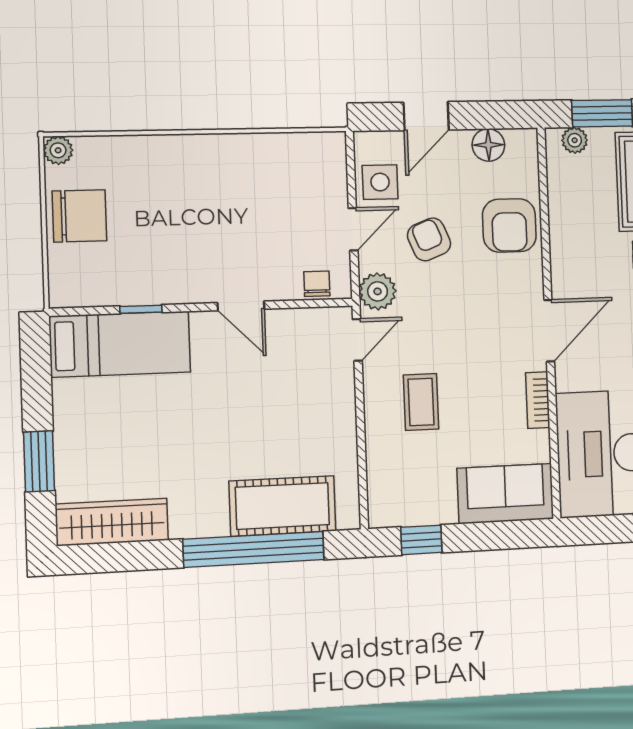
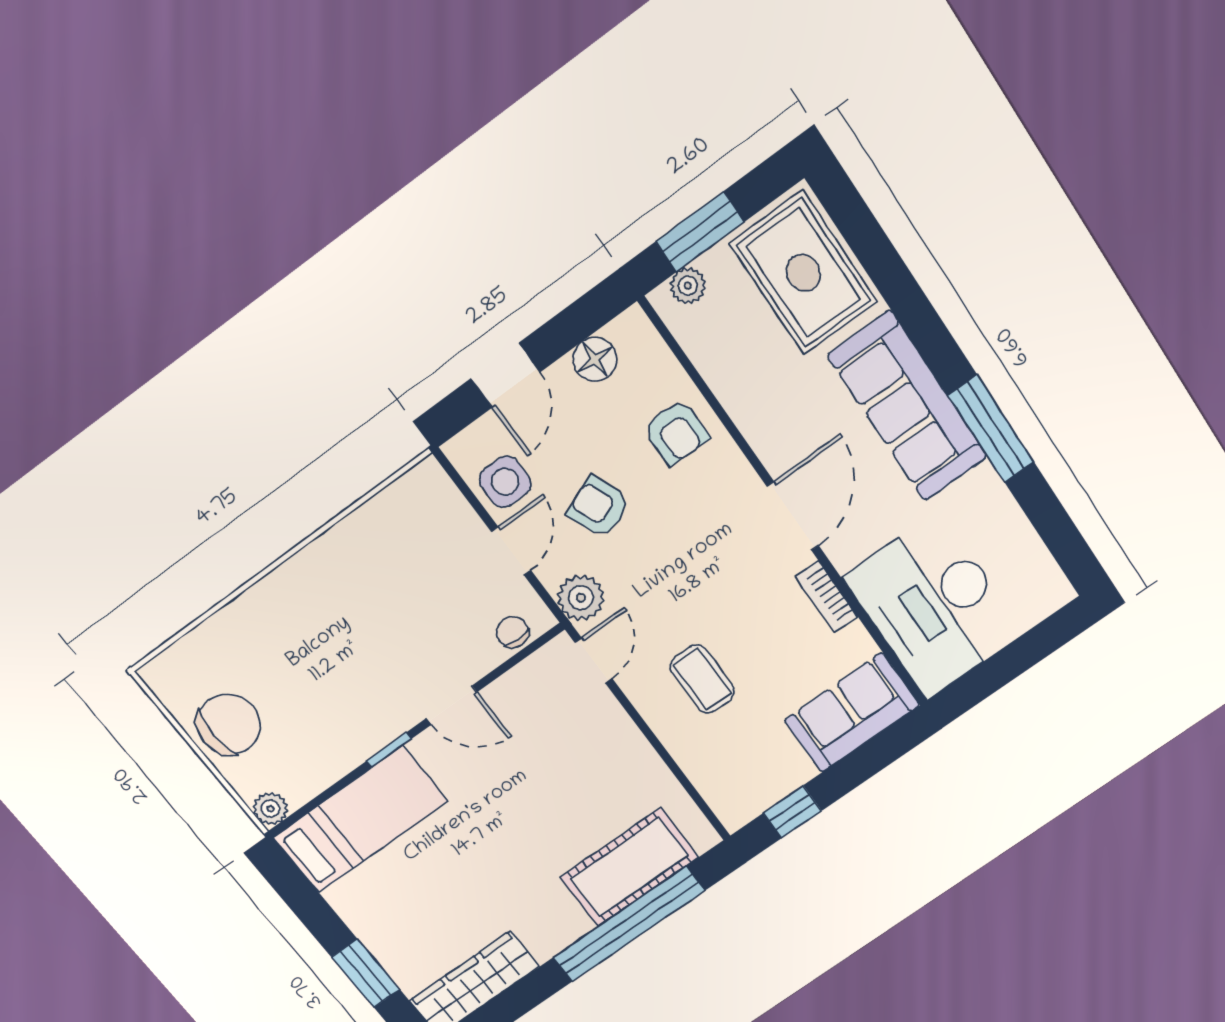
plant: (58, 150) -> (270, 809), moved
armchair: (509, 225) -> (676, 432), width x0.72, depth x0.72
window: (141, 309) -> (389, 750), moved

